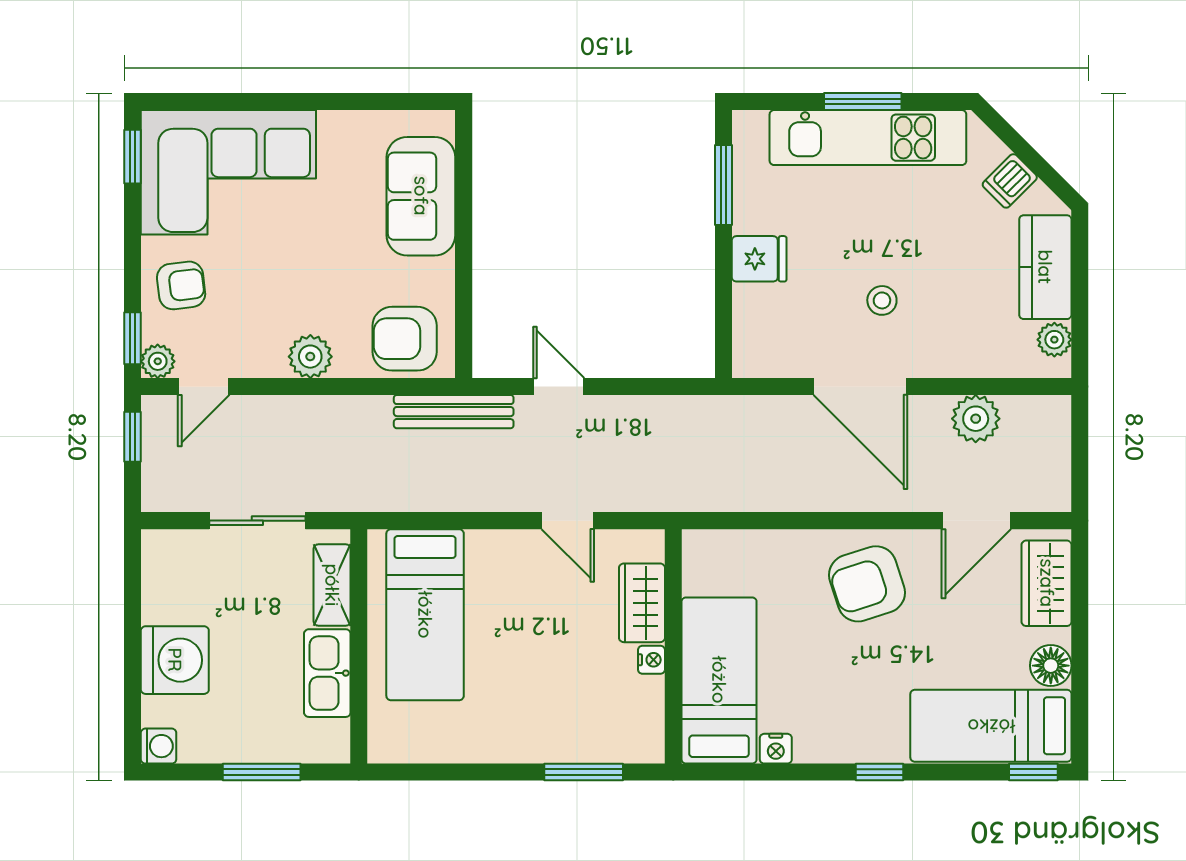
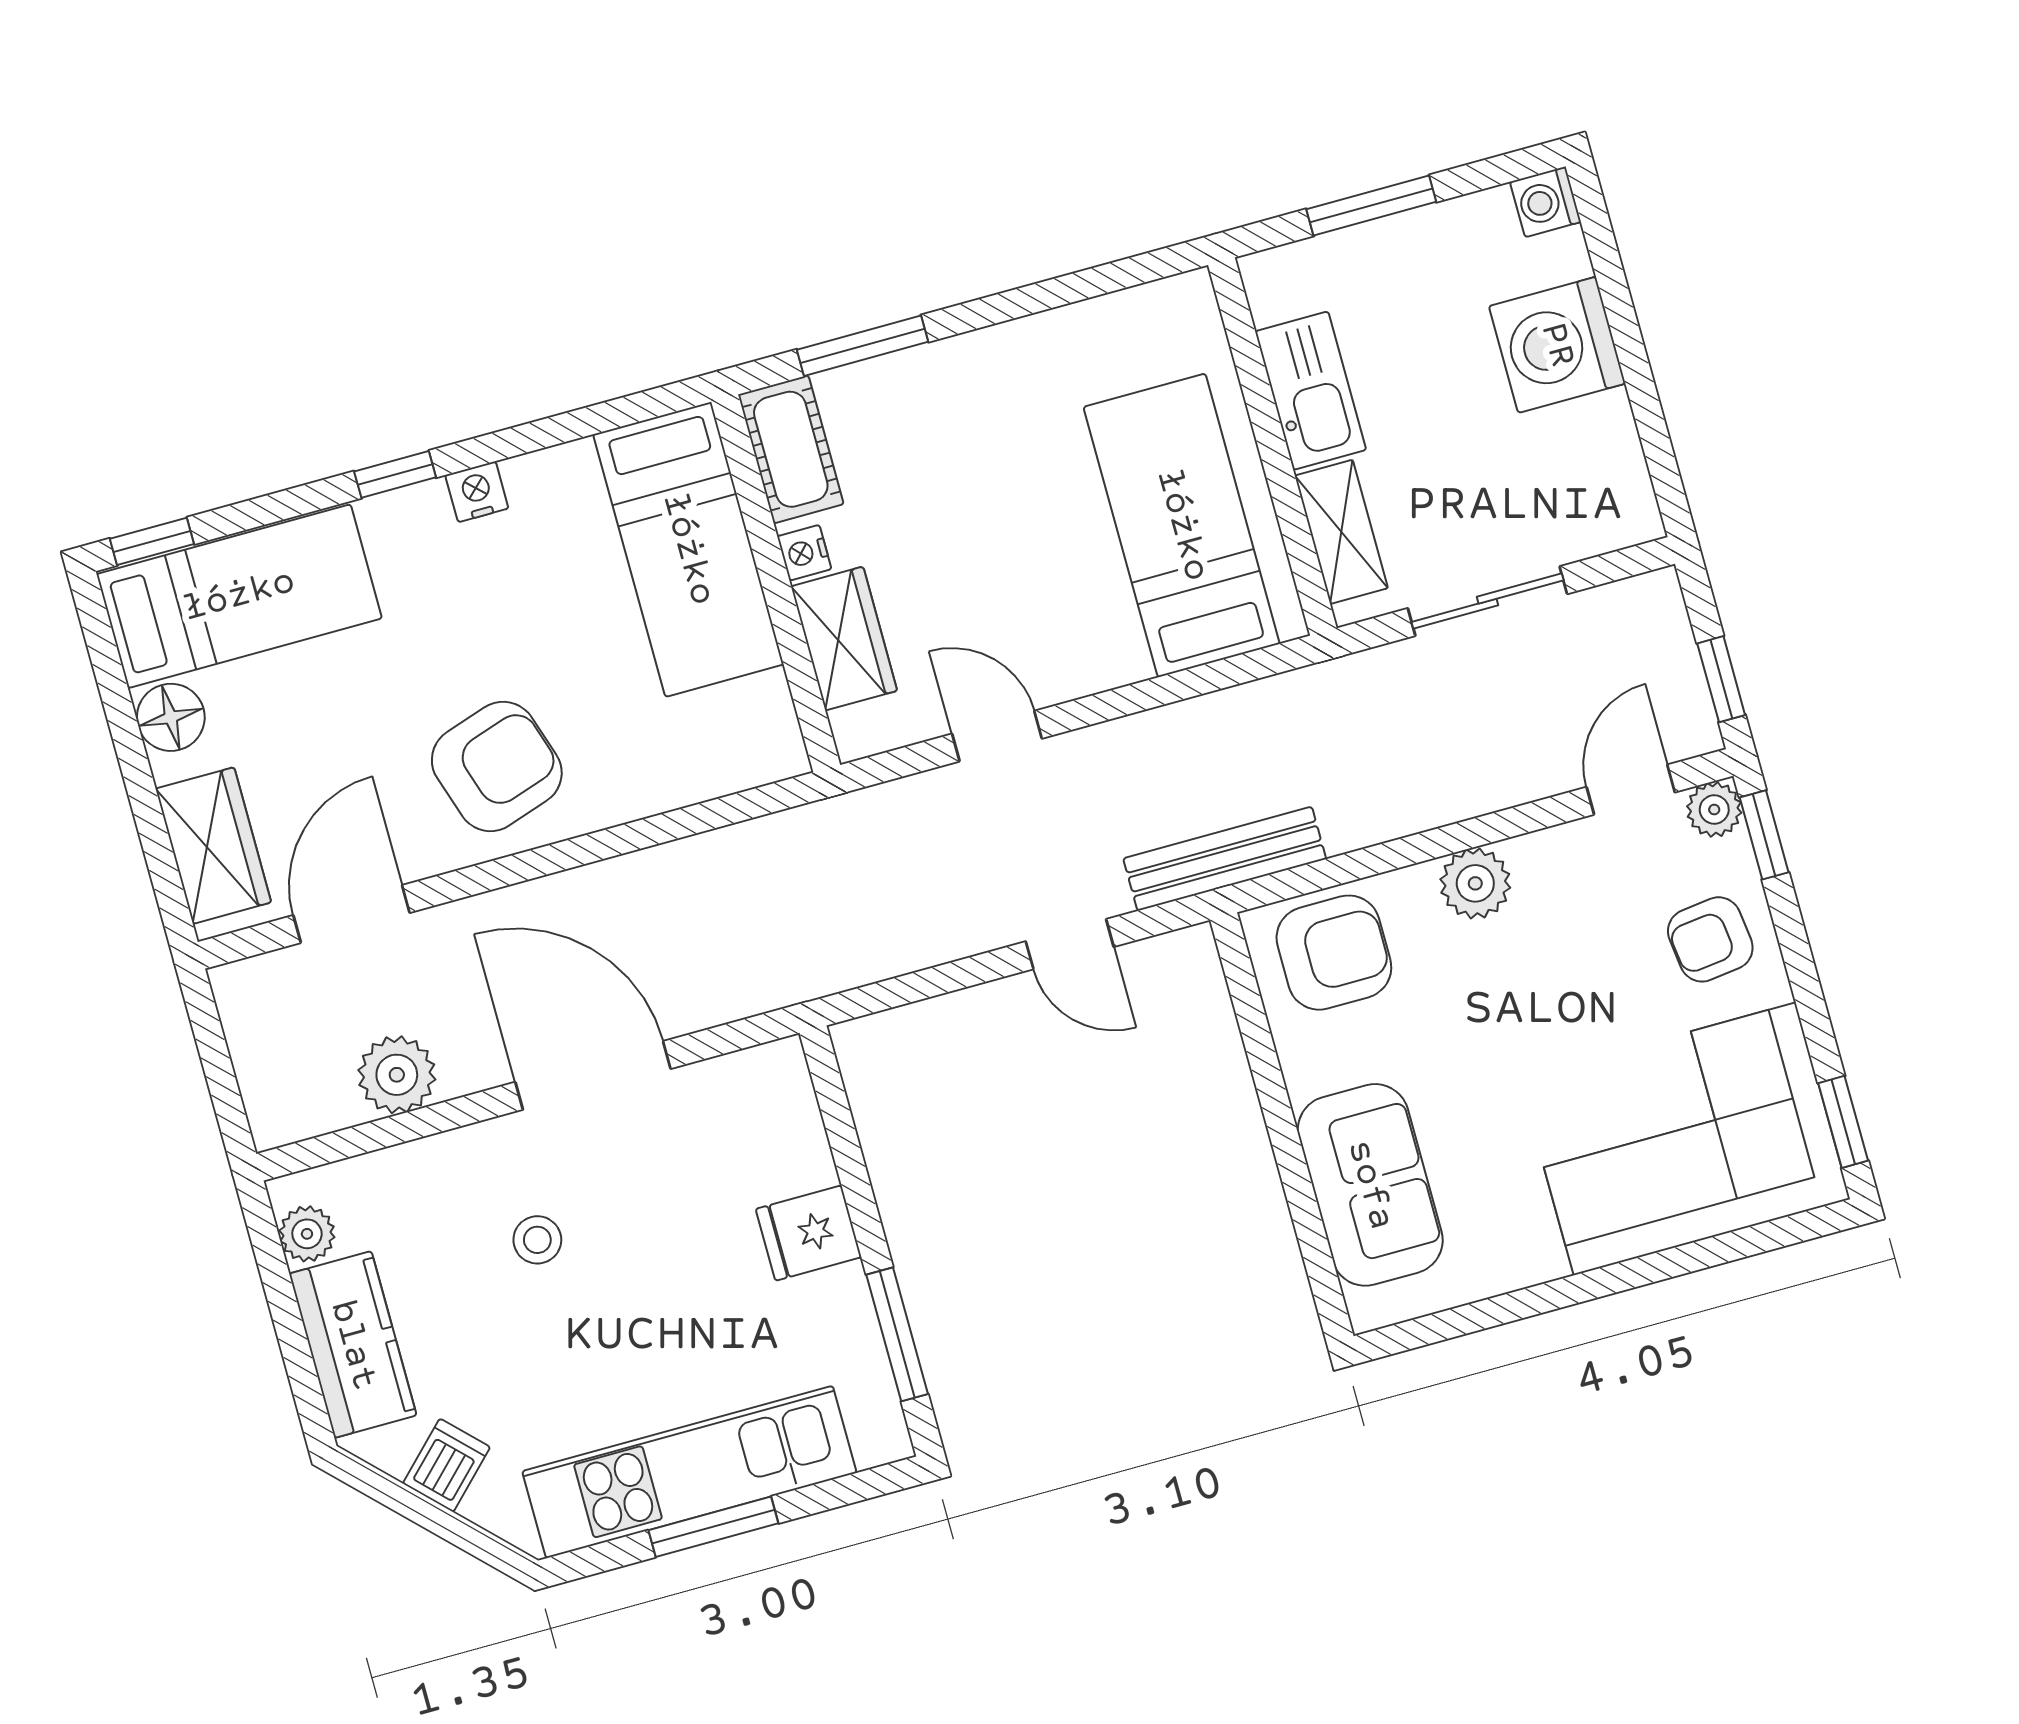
stool: (882, 300) -> (537, 1240), moved
cot: (643, 723) -> (791, 449), added
nightstand: (776, 749) -> (477, 492), moved

